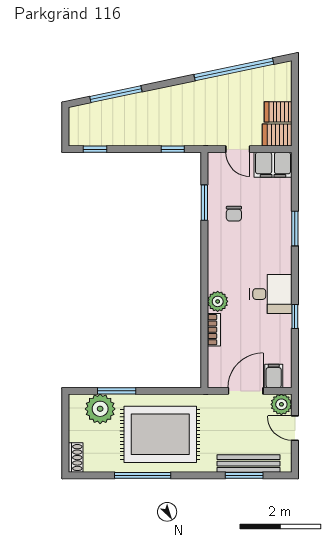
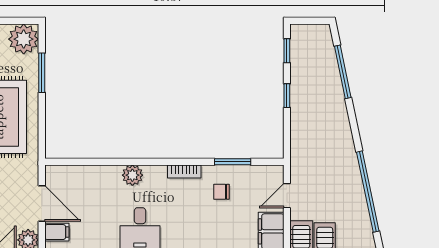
window: (173, 149) -> (287, 96), moved
bookcase: (214, 330) -> (184, 171), moved
plant: (100, 409) -> (24, 39), moved

